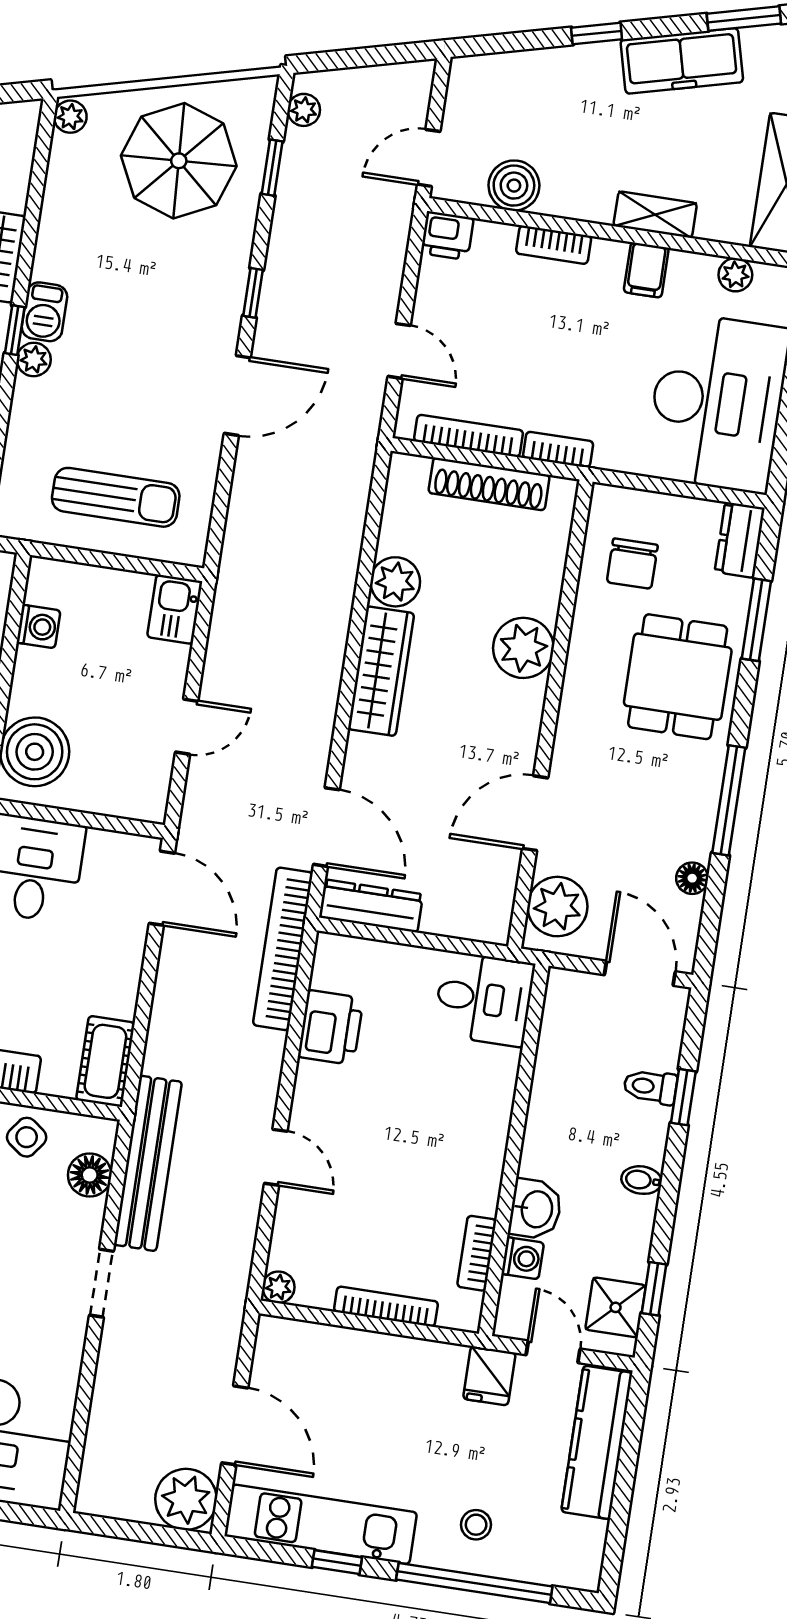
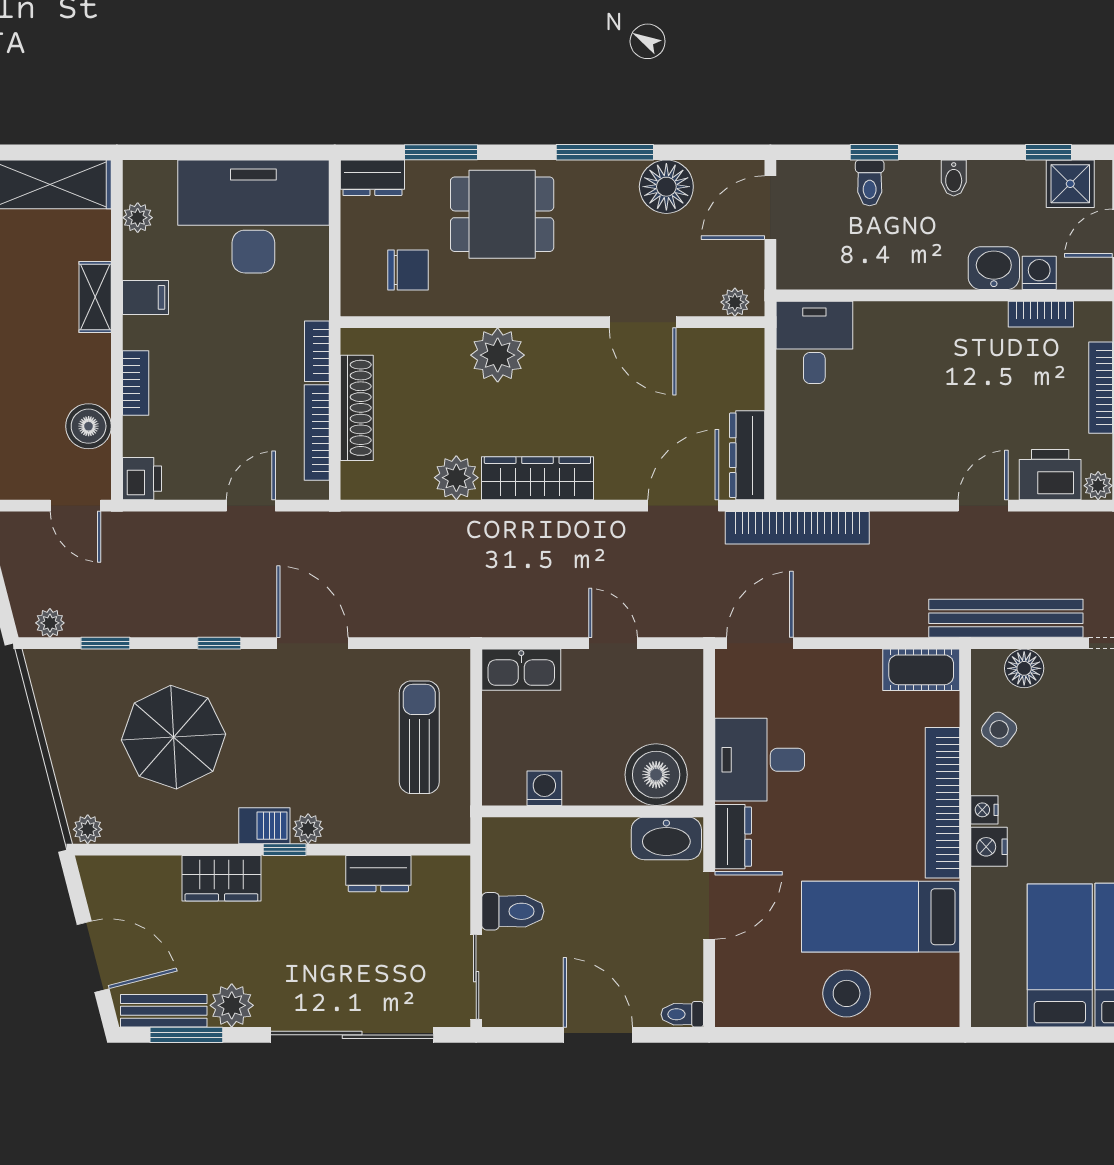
parasol: (179, 161) -> (174, 737), moved
kitchen sink: (175, 609) -> (521, 670), width x1.38
floor lamp: (692, 878) -> (666, 187), width x1.89, depth x1.89
plant: (557, 907) -> (735, 302), width x0.53, depth x0.53
printer: (331, 1027) -> (1050, 475), moved

